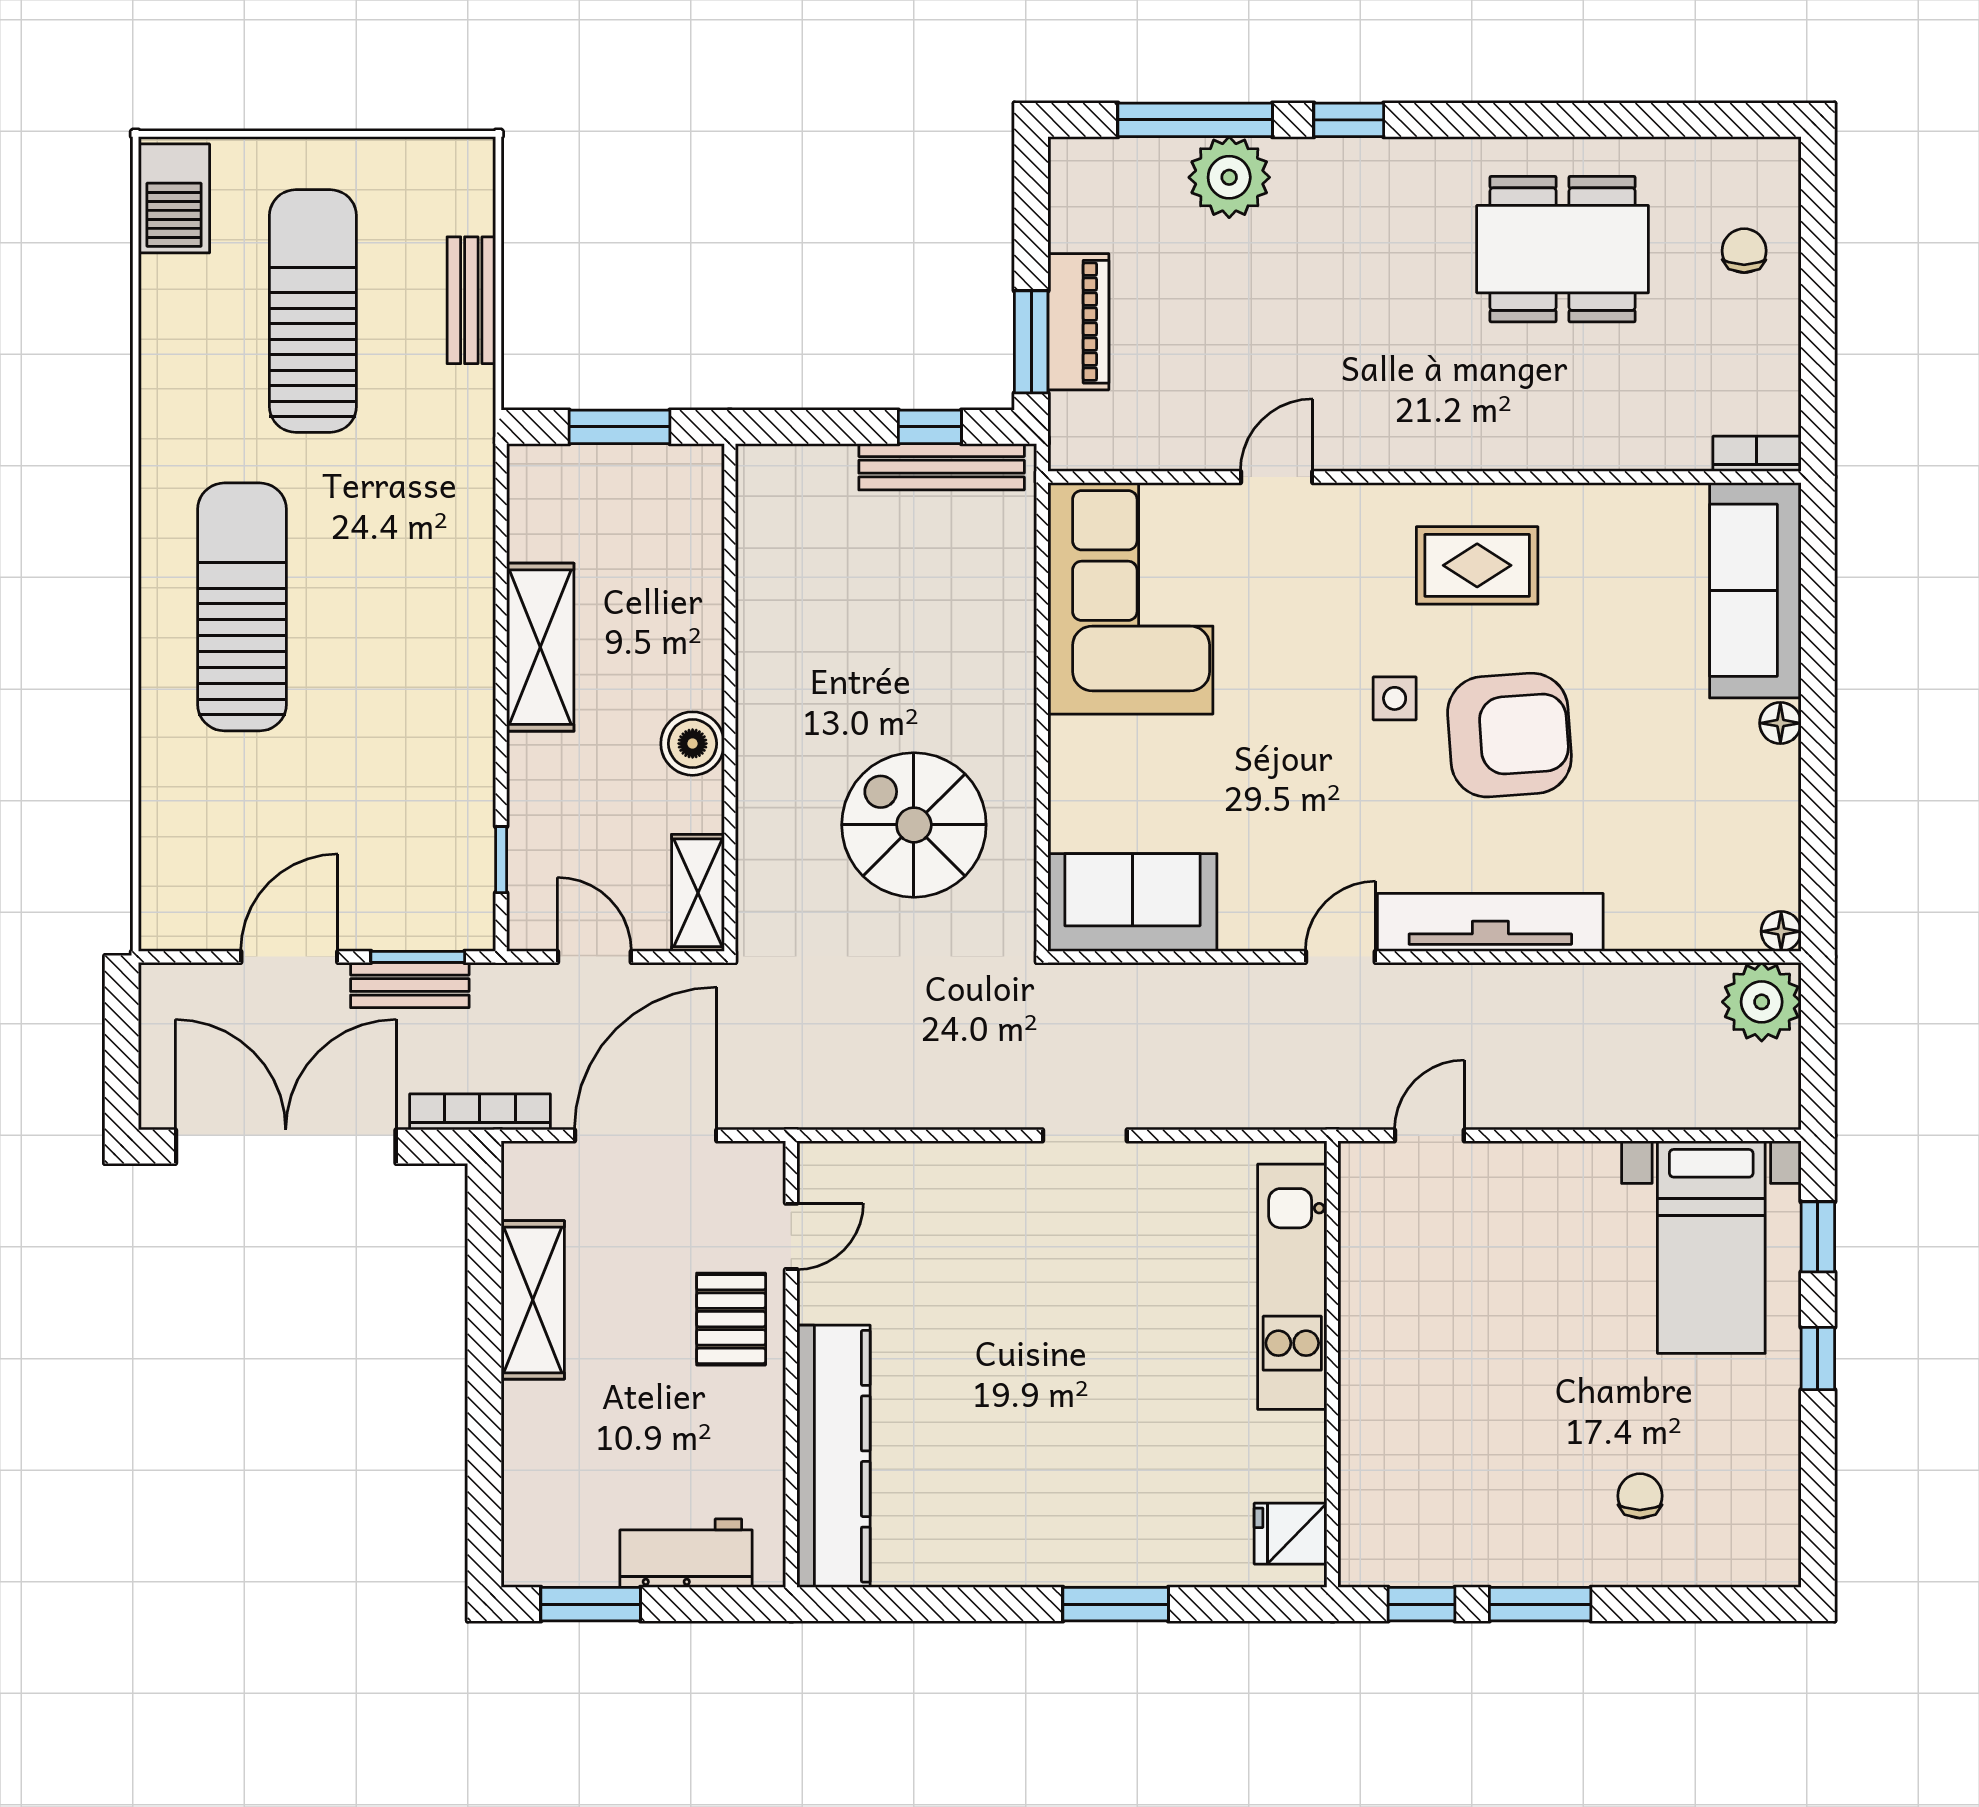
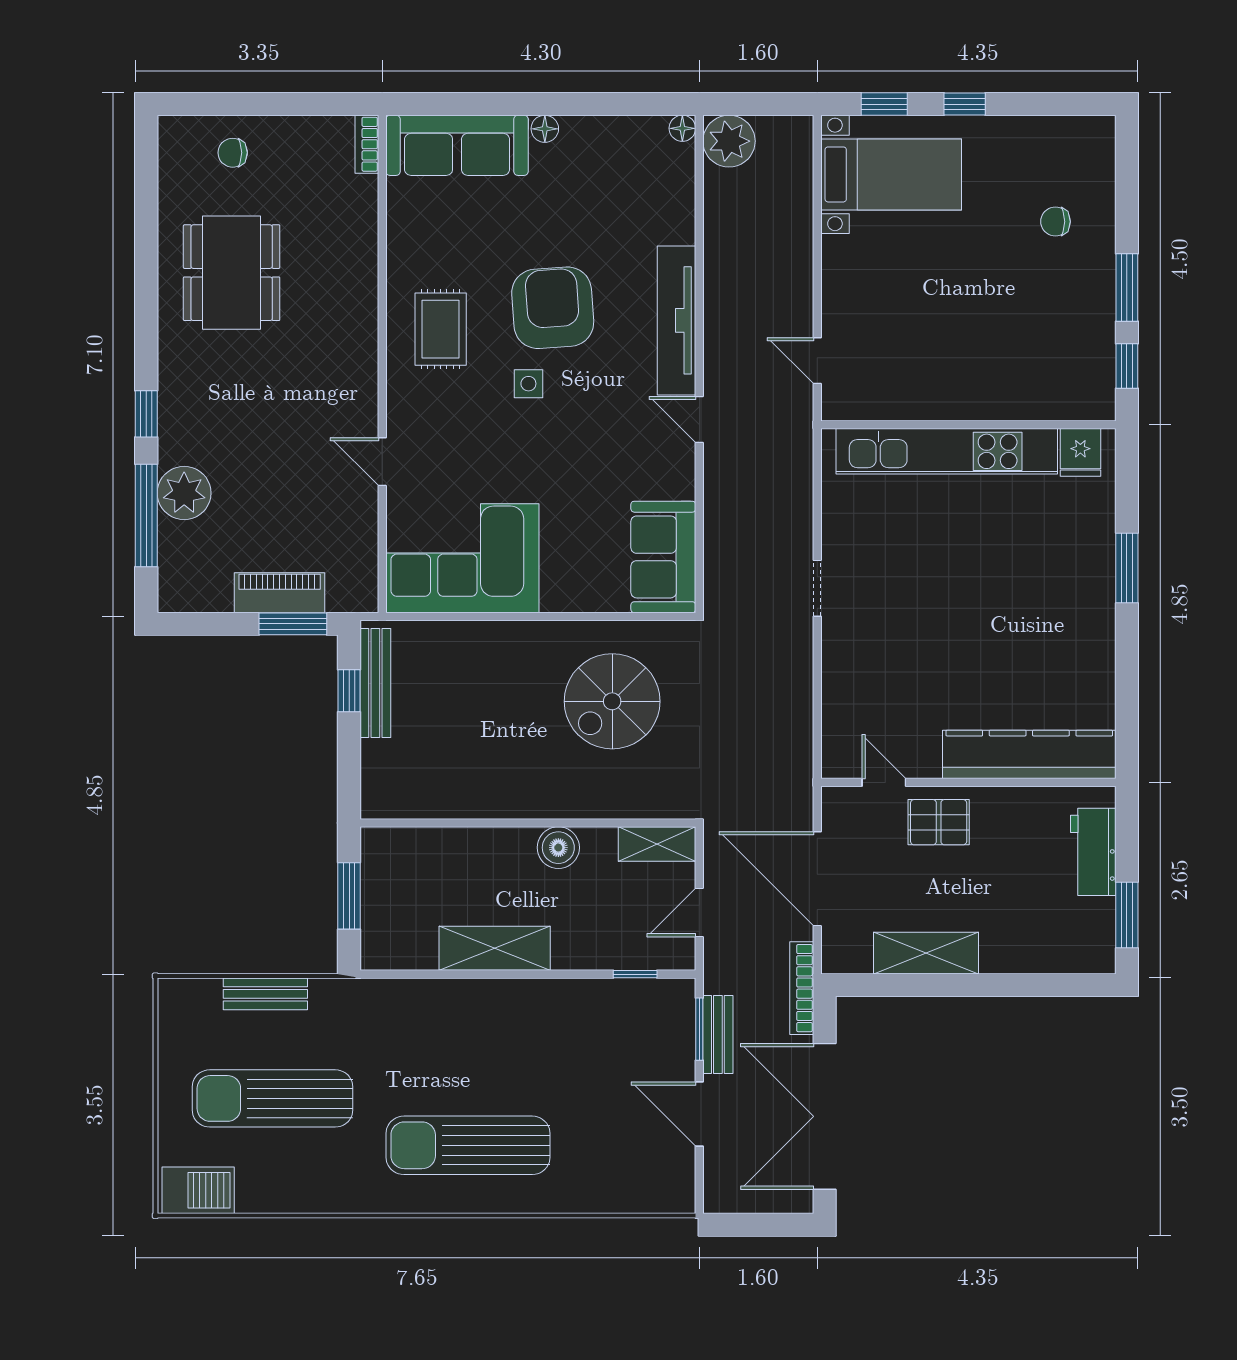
kitchen unit: (1292, 1287) -> (947, 451), width x1.36

